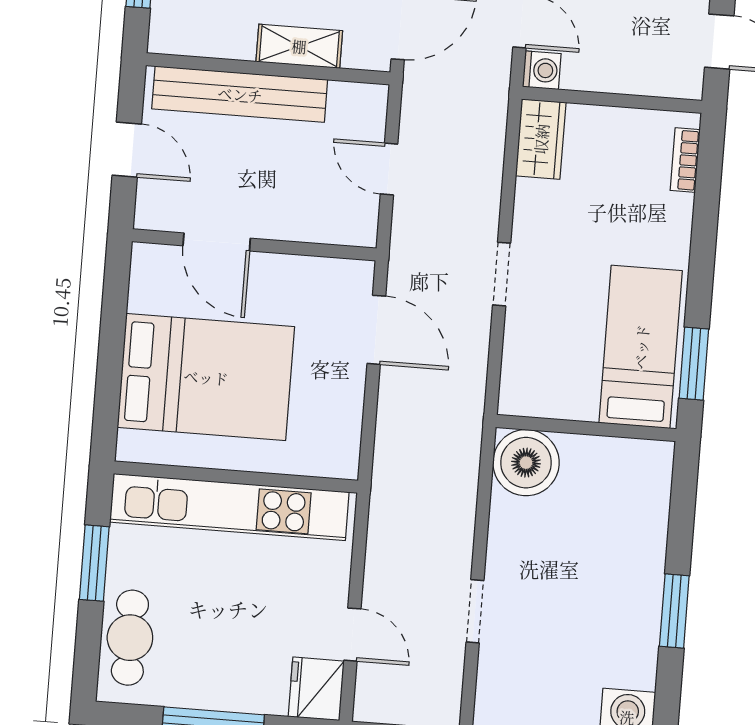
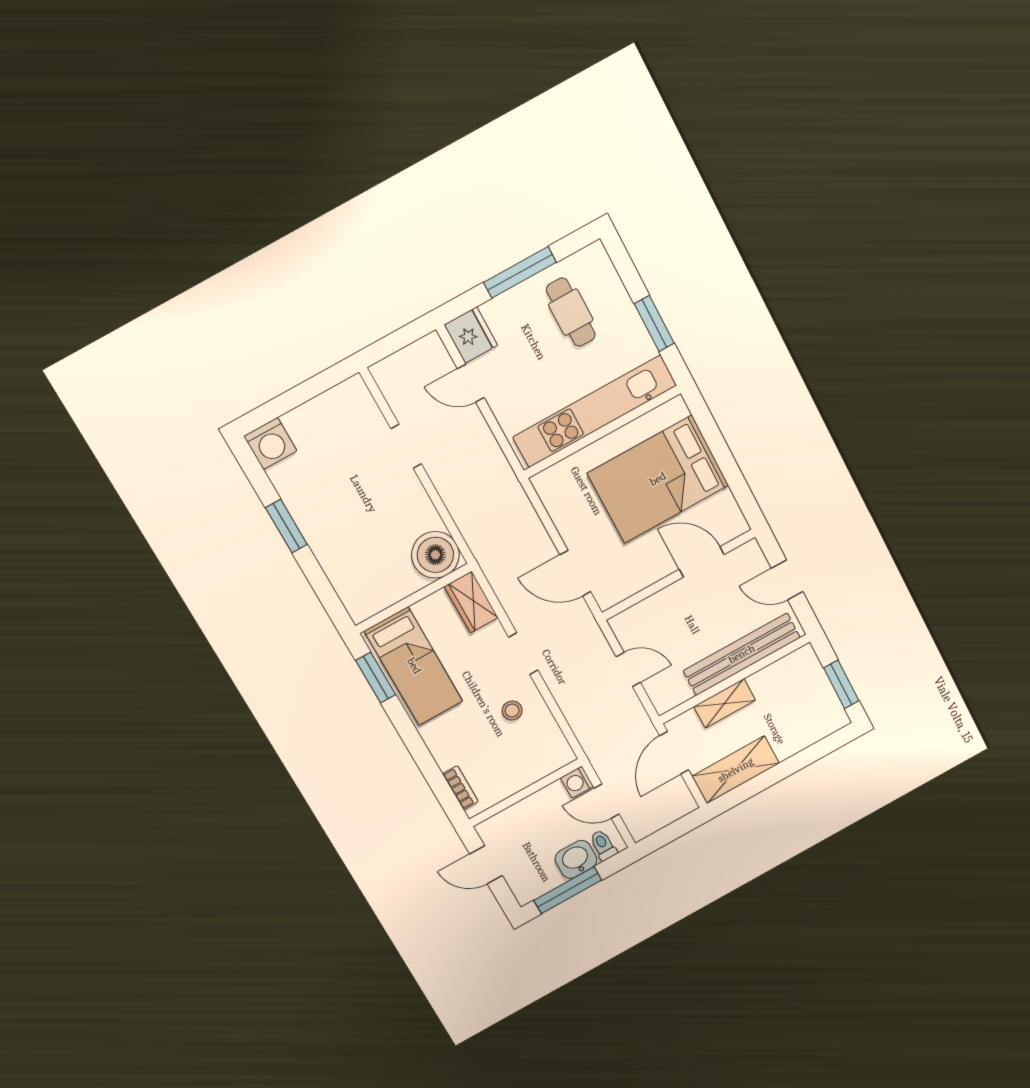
wardrobe: (541, 139) -> (471, 602), moved
stool: (561, 213) -> (512, 711), added
cafe table: (130, 638) -> (571, 312), moved

